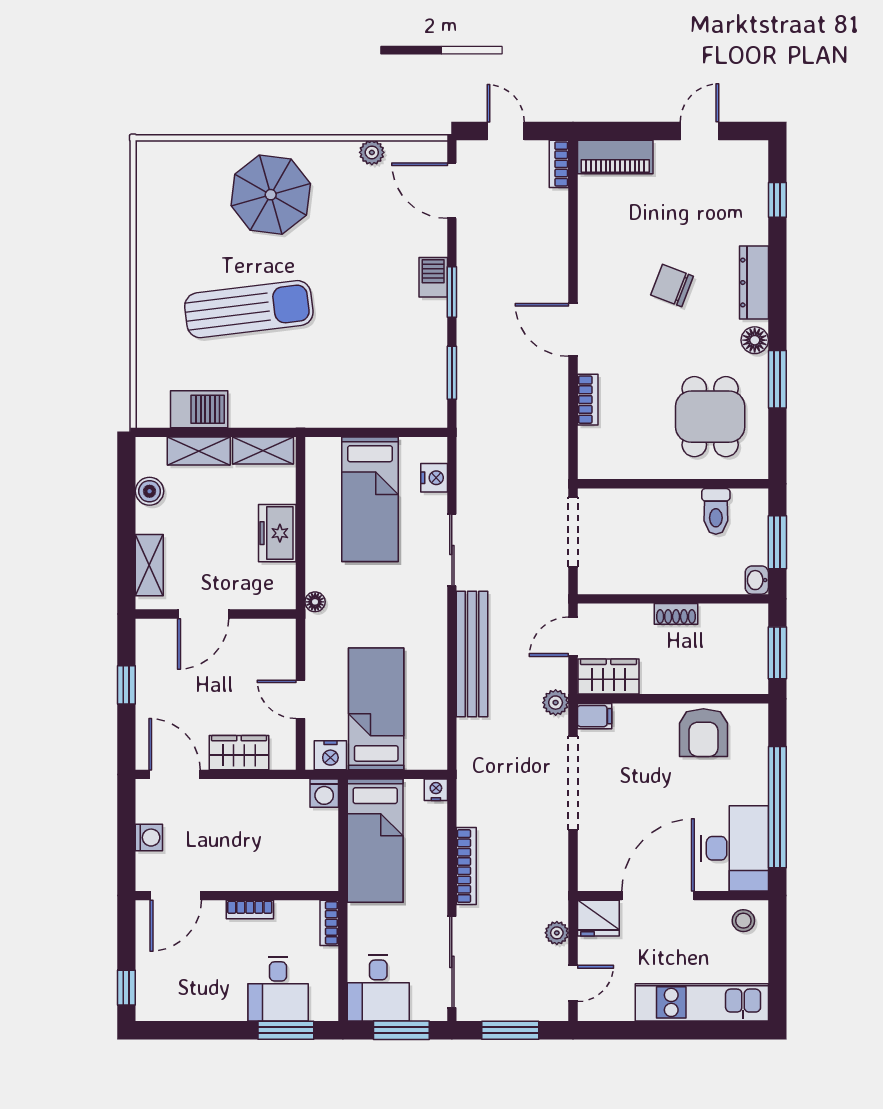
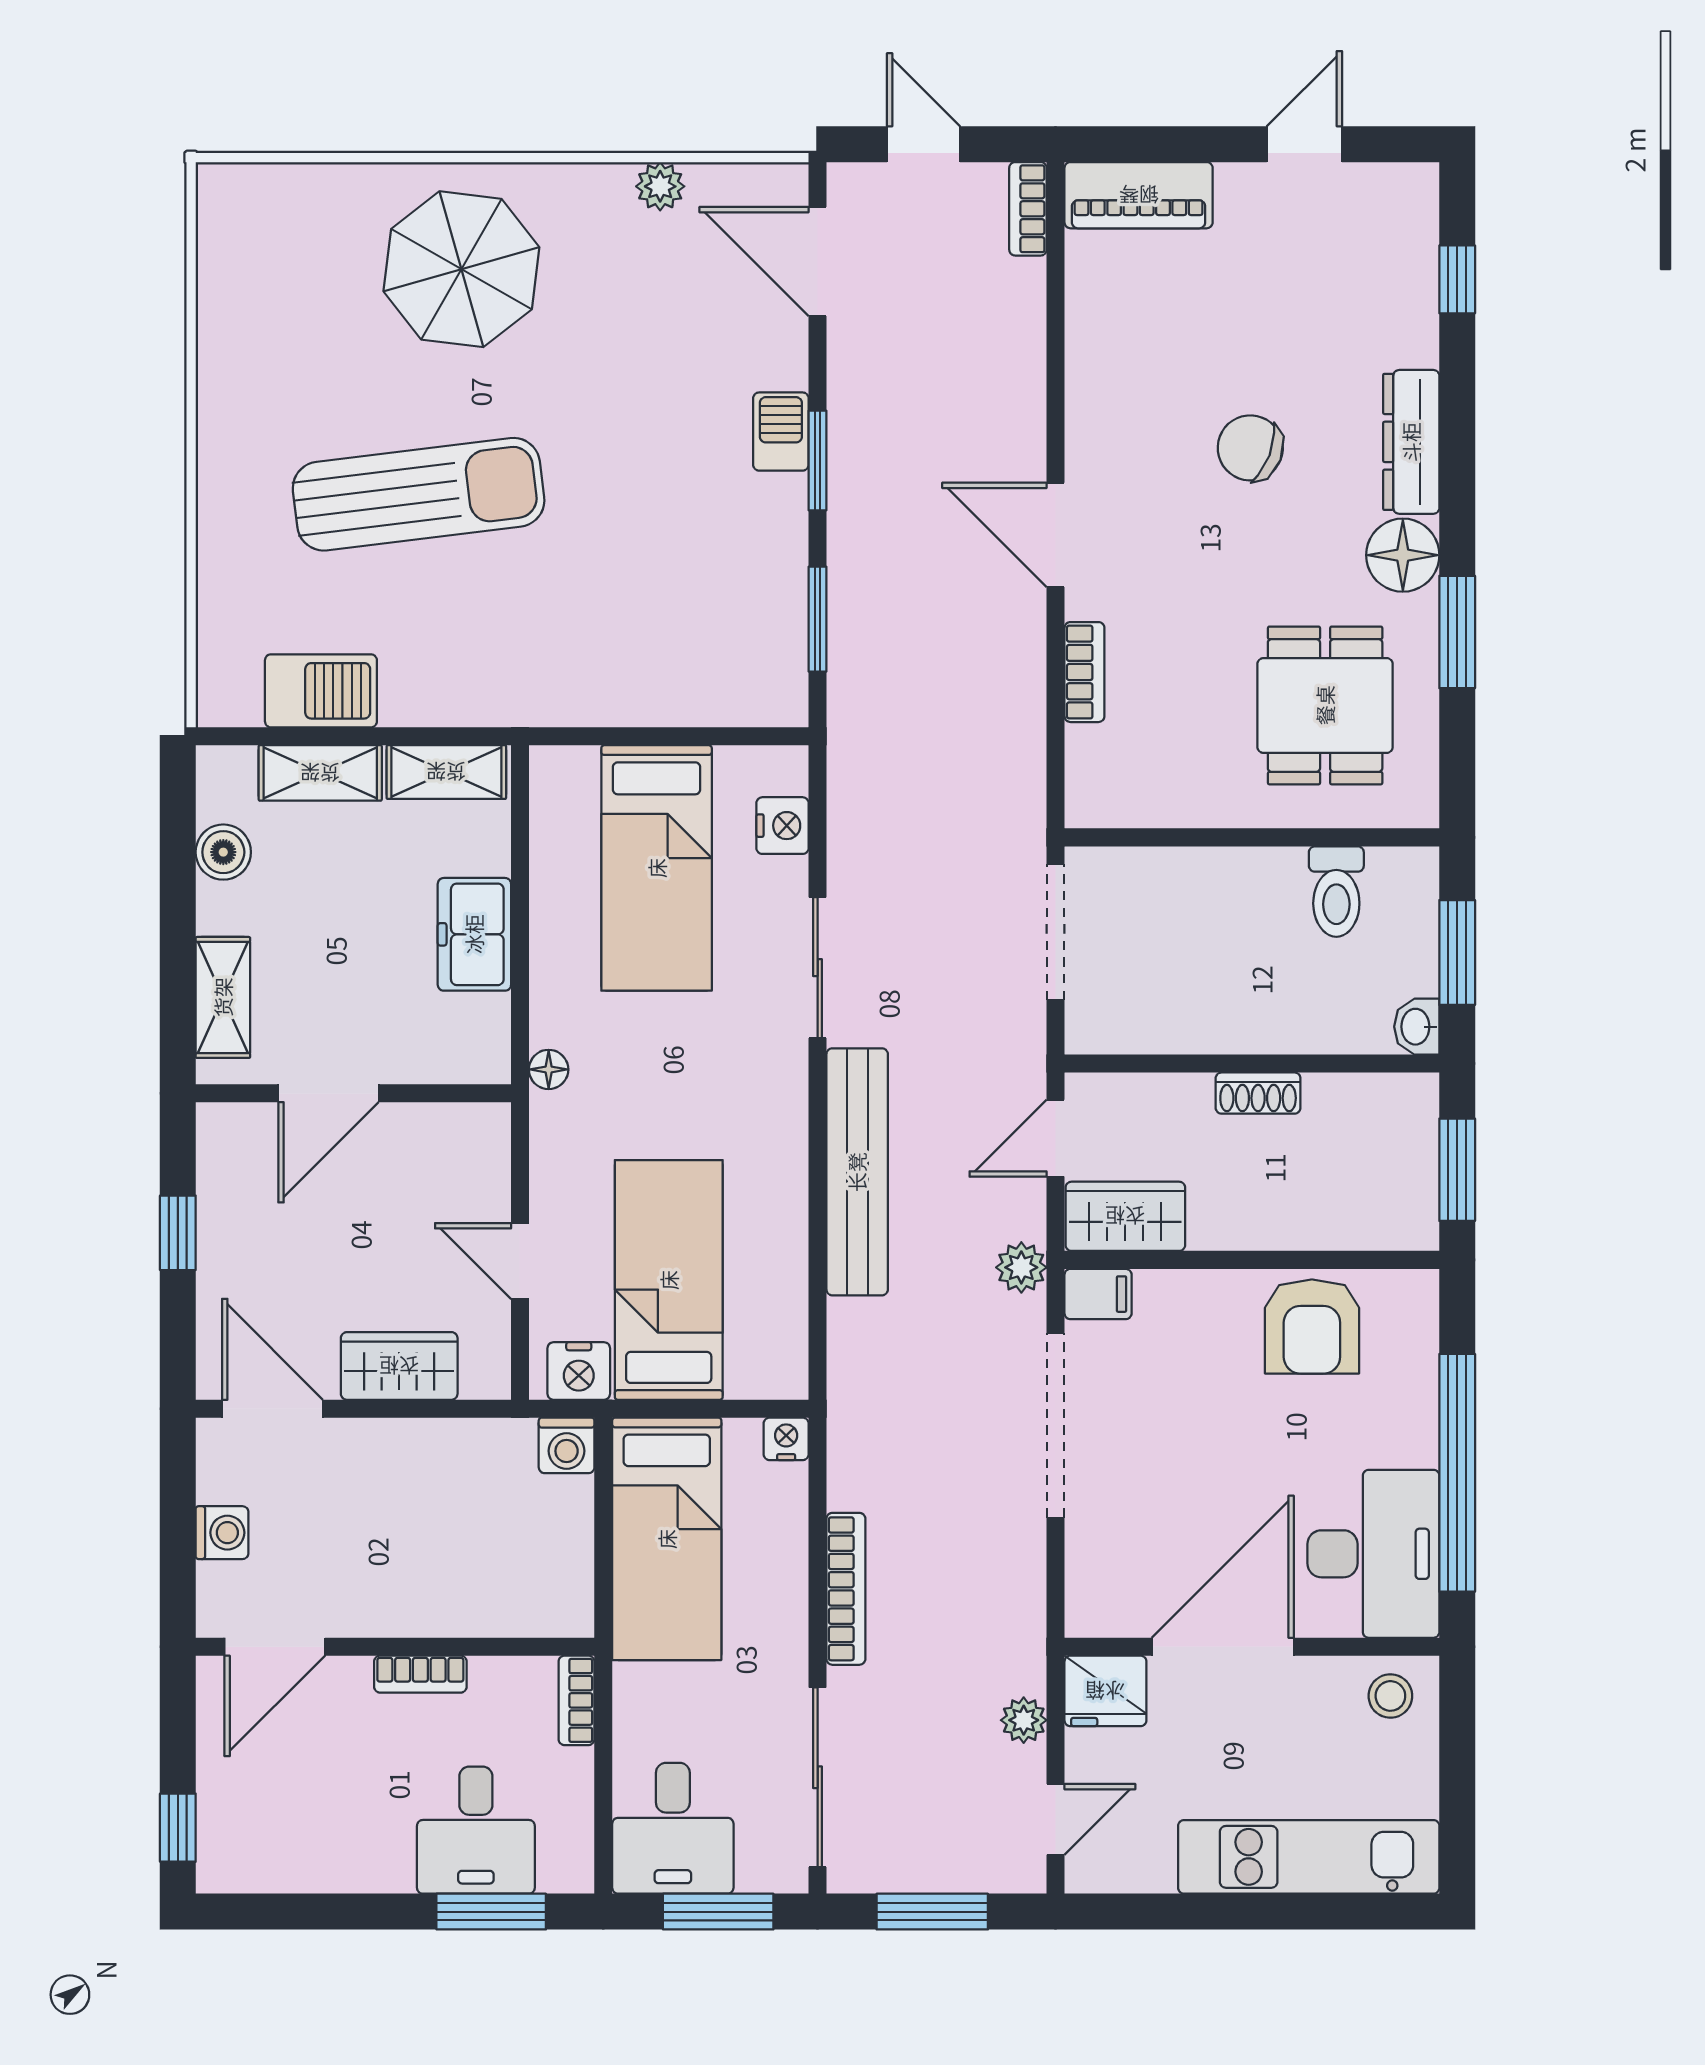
floor lamp: (755, 340) -> (1403, 555), width x1.38, depth x1.38

